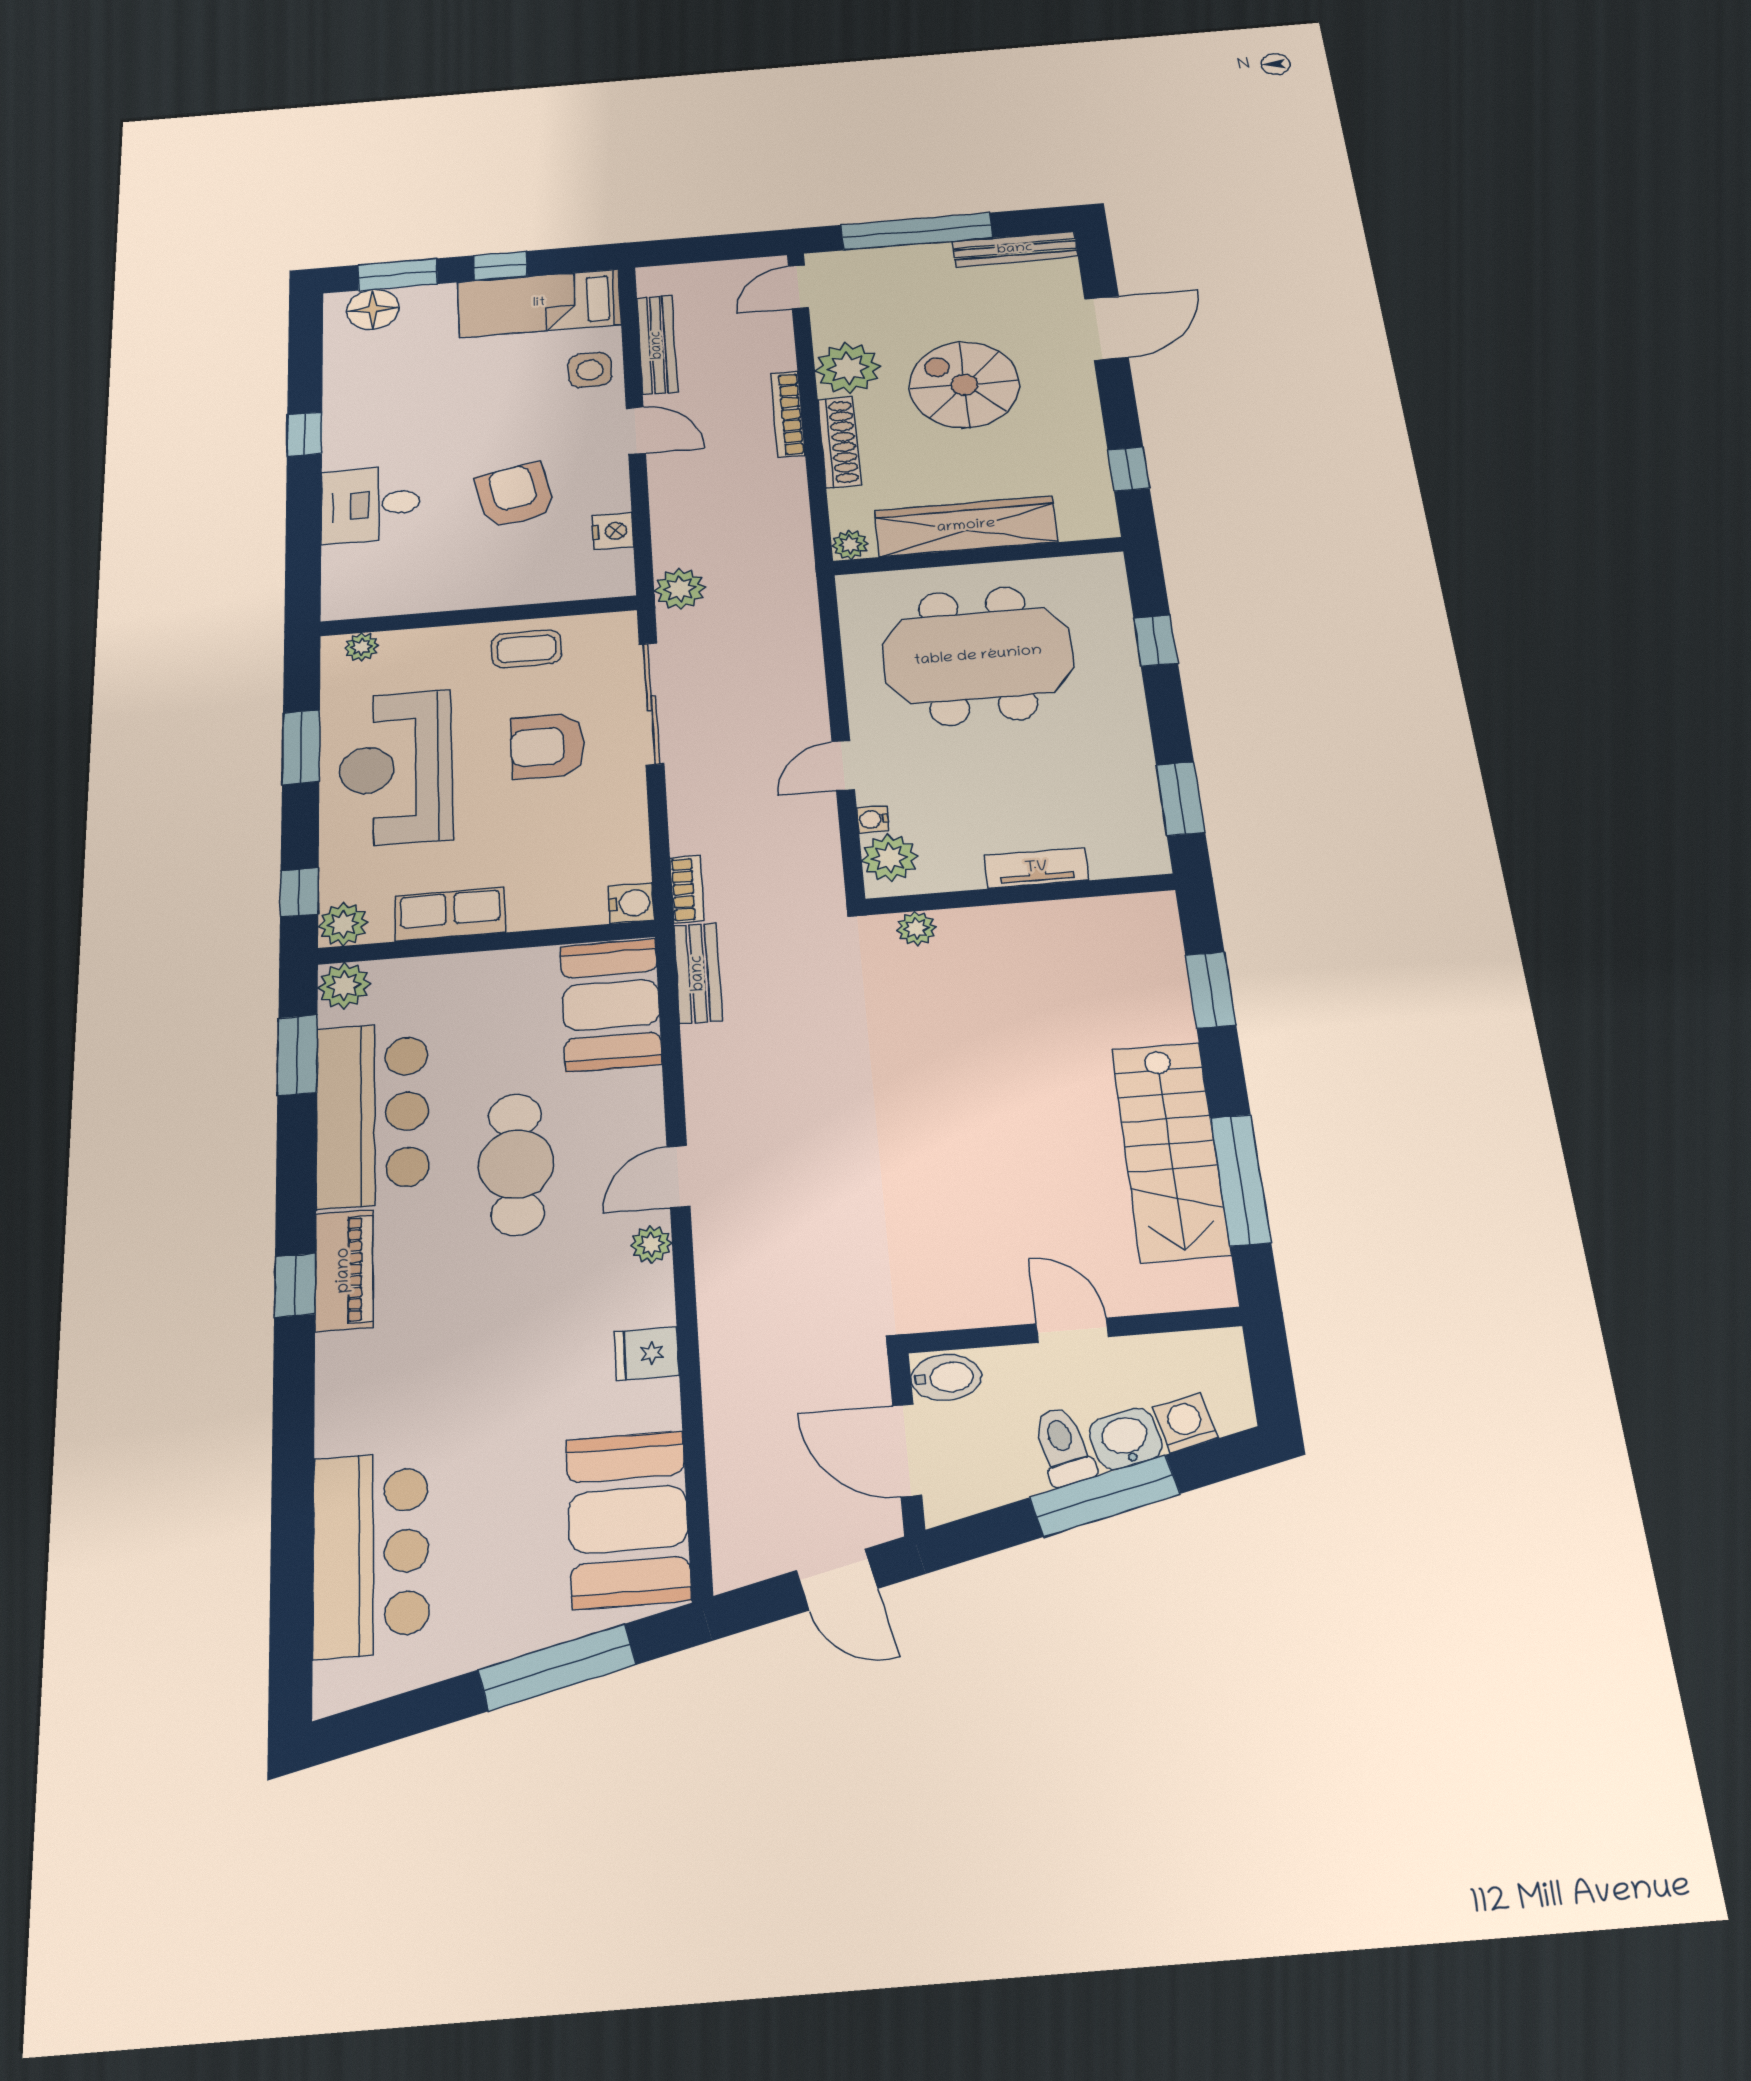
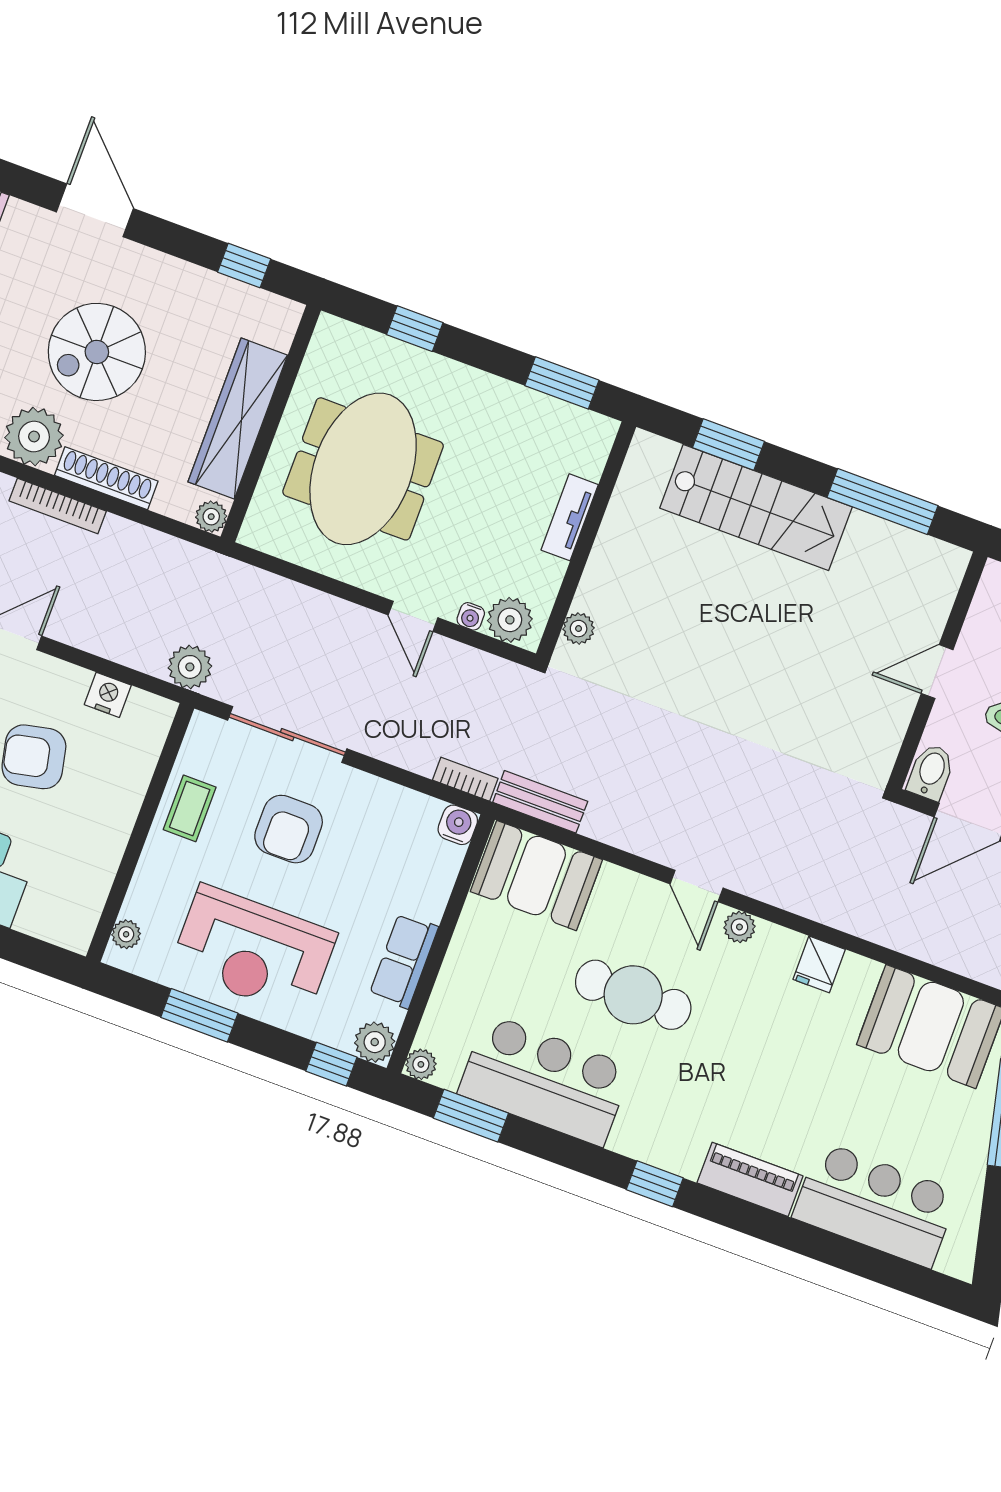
plant: (344, 986) -> (421, 1064), width x0.73, depth x0.73
stairs: (1170, 1151) -> (756, 507), moved
piano: (344, 1270) -> (750, 1179), moved

